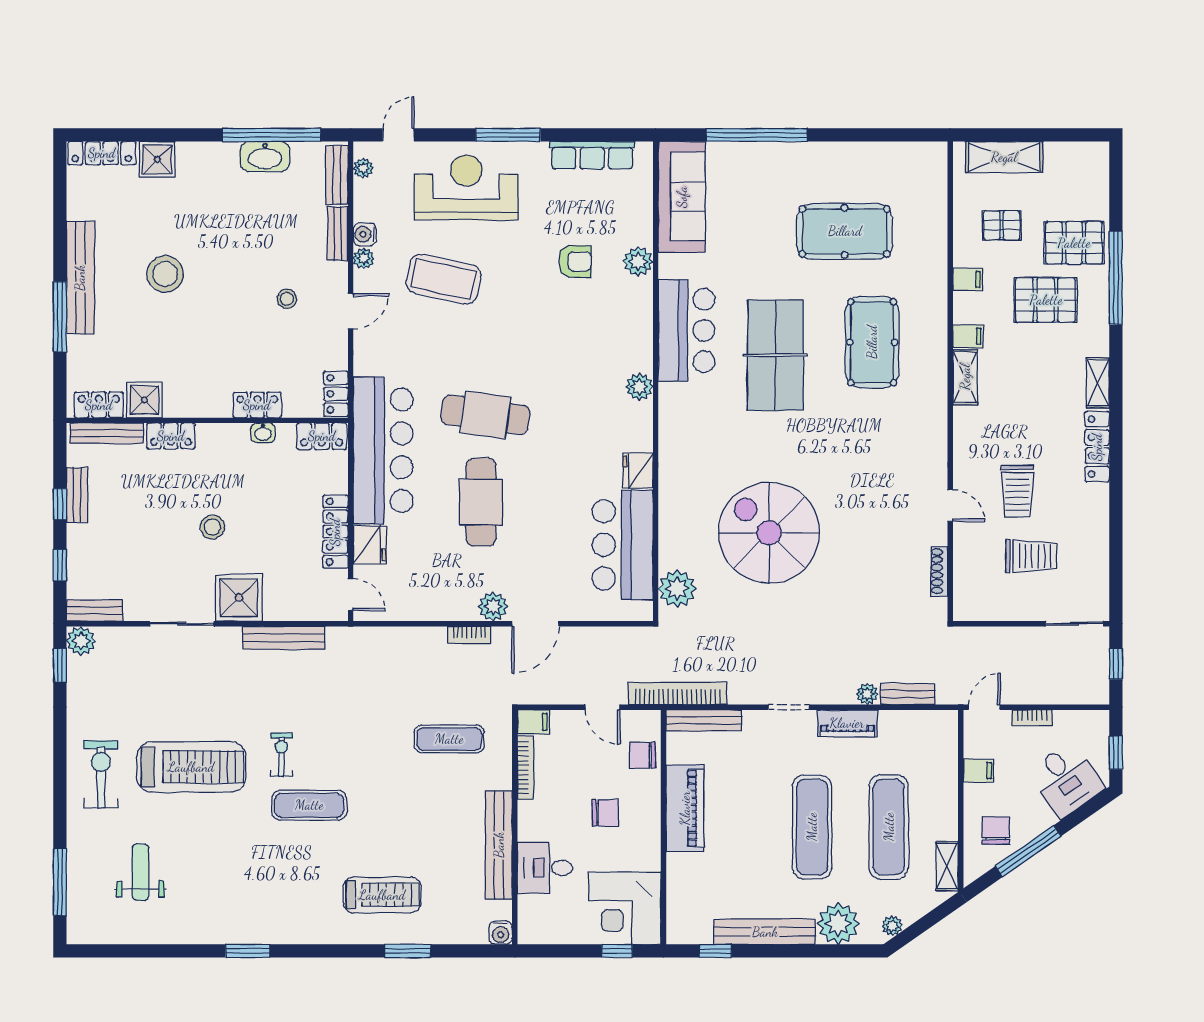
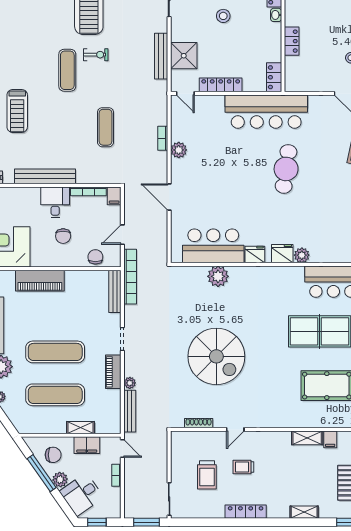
locker: (336, 394) -> (298, 85), removed
washbasin: (263, 433) -> (276, 15), moved
locker: (1097, 447) -> (246, 512), moved
trolley: (1017, 491) -> (243, 467), width x0.73, depth x0.72
cafe table: (481, 502) -> (237, 166), removed
spiral stairs: (769, 533) -> (216, 356), moved, turned 90
fridge: (370, 545) -> (282, 254), moved, turned 180
plant: (677, 589) -> (218, 276), moved
door: (351, 595) -> (185, 93), hinge flipped
shower: (239, 598) -> (184, 56), moved
plant: (493, 607) -> (179, 150), moved
bookcase: (469, 635) -> (163, 138), moved
window: (1116, 664) -> (147, 522), width x1.50
bench: (907, 694) -> (130, 411), width x1.36
exercise mat: (449, 739) -> (105, 127), moved
filing cabinet: (978, 771) -> (87, 445), width x2.00
piano: (685, 808) -> (40, 281), moved
plant: (1040, 818) -> (60, 480), added
shelving: (947, 866) -> (80, 428), moved
desk: (545, 868) -> (55, 202), moved

